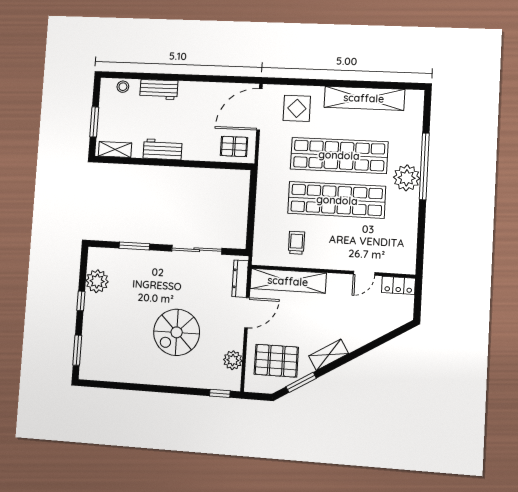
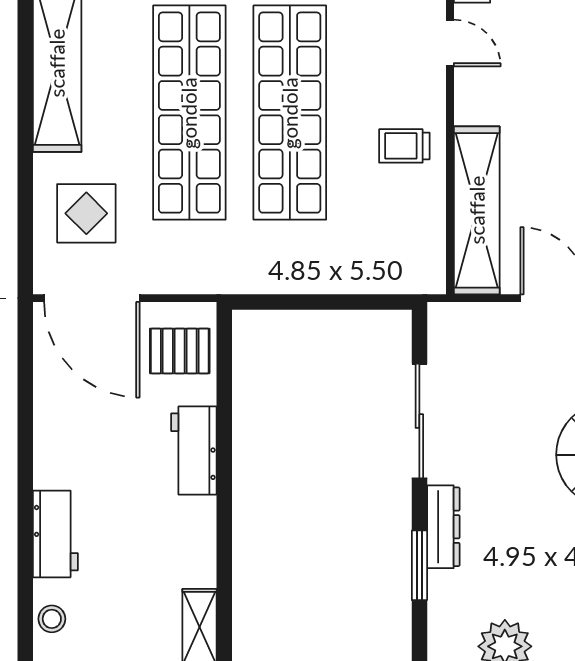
pallet: (234, 146) -> (180, 351), turned 90
workbench: (163, 149) -> (194, 450), moved
trolley: (296, 243) -> (404, 146), moved
dresser: (240, 279) -> (443, 527), moved, turned -90

